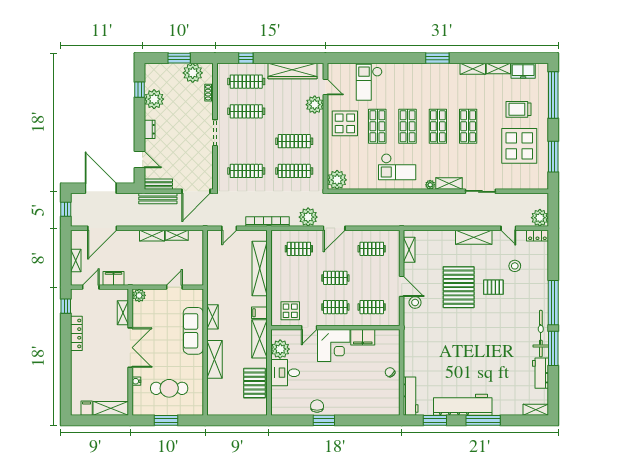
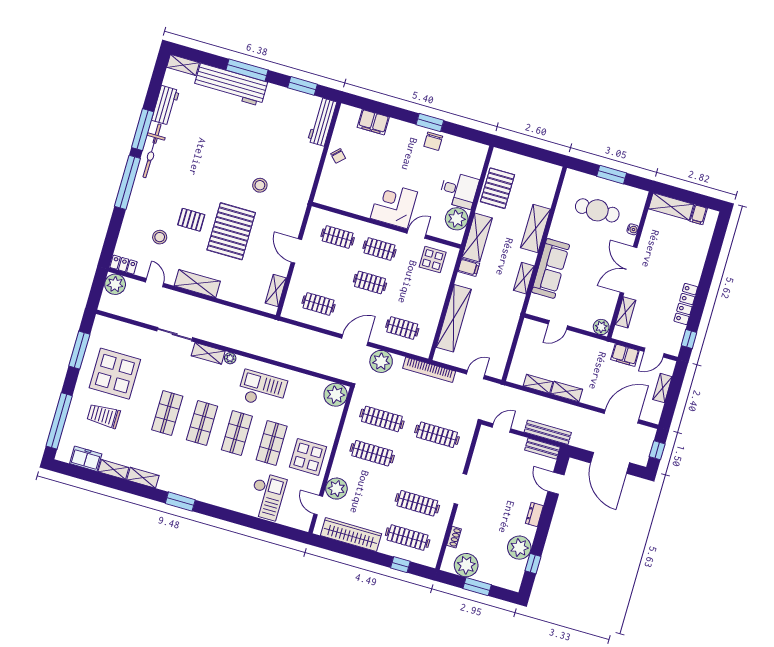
trolley: (519, 109) -> (104, 416), turned 180
door: (196, 191) -> (501, 428), width x0.53
stool: (415, 302) -> (260, 185), moved
filing cabinet: (363, 337) -> (373, 122), moved, turned 180
workbench: (463, 405) -> (231, 85), moved

